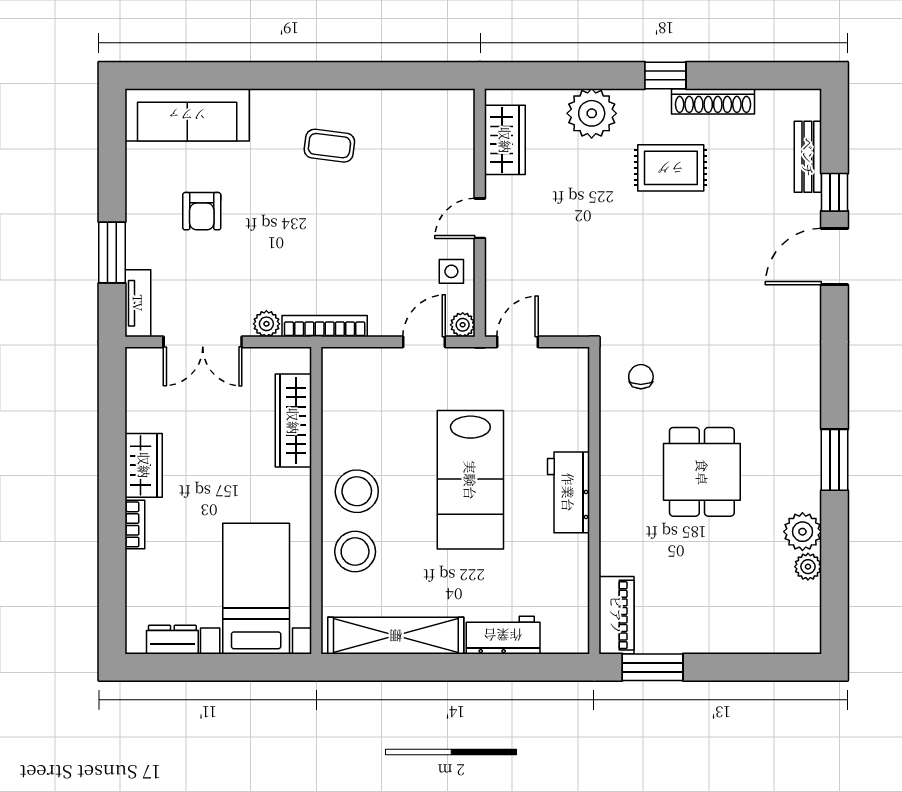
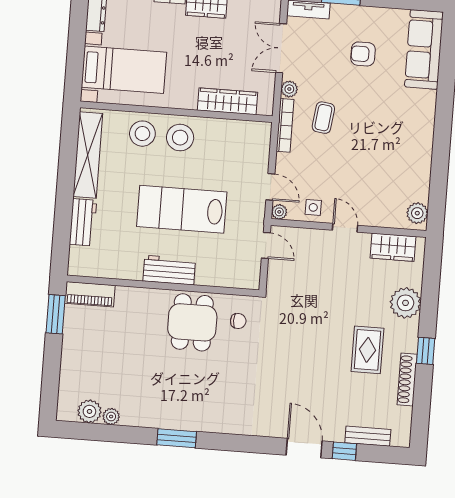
plant: (448, 106) -> (417, 213), added
coffee table: (329, 146) -> (323, 118), moved
dining table: (702, 472) -> (192, 322), moved, turned 90
plant: (802, 532) -> (89, 411), moved

